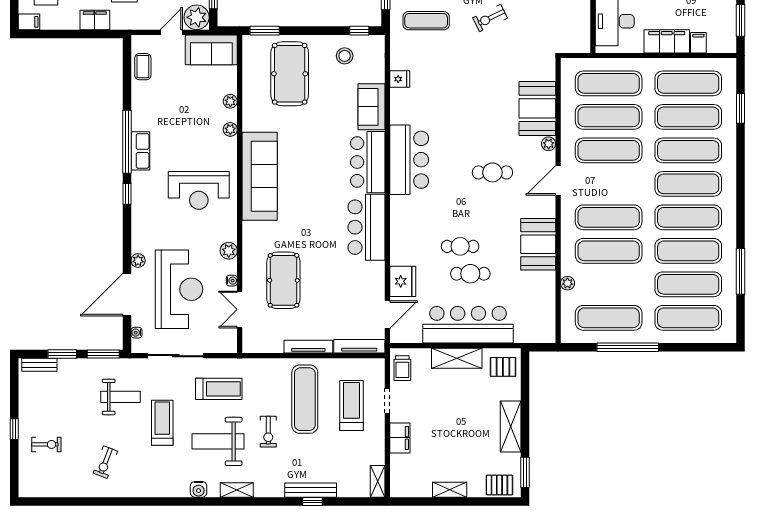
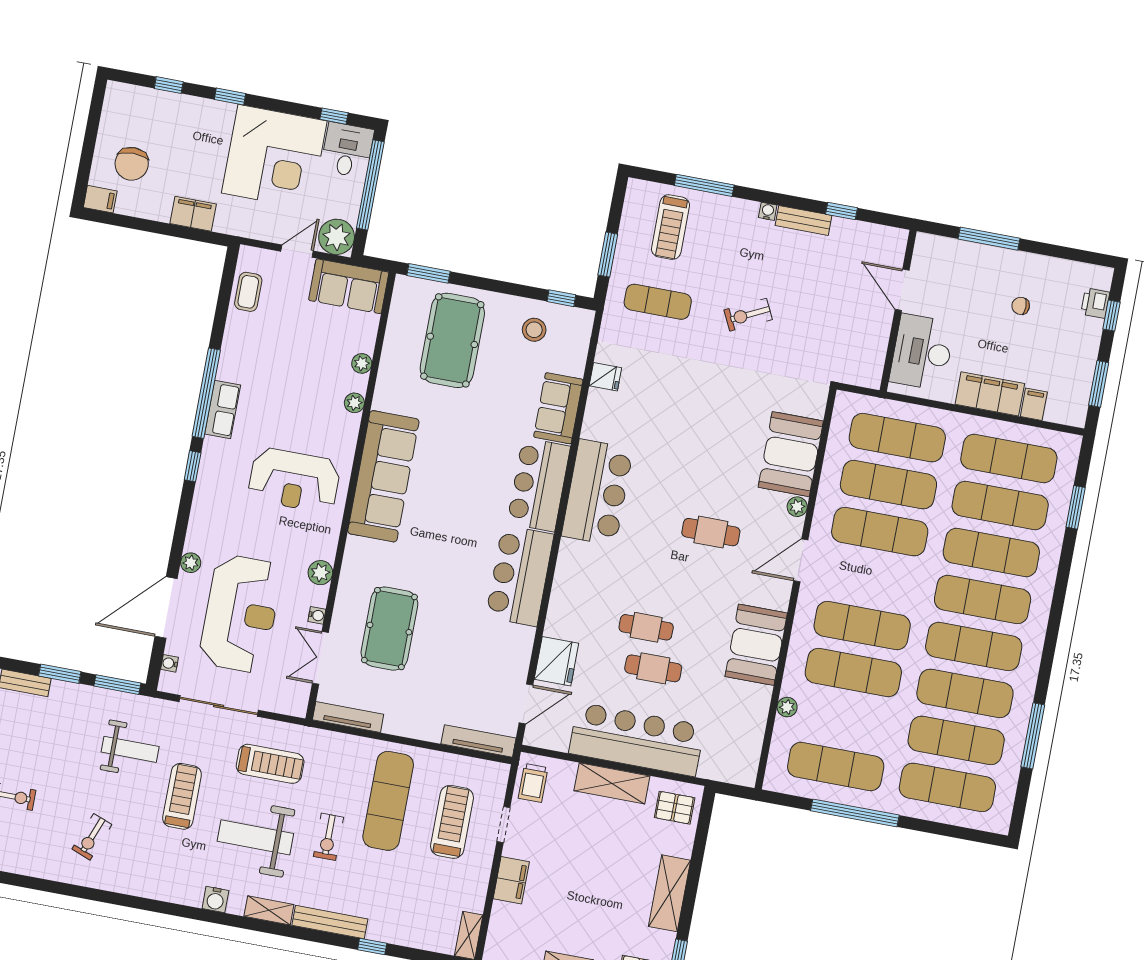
tv unit: (308, 347) -> (348, 717), moved
bench: (311, 490) -> (330, 922), moved

